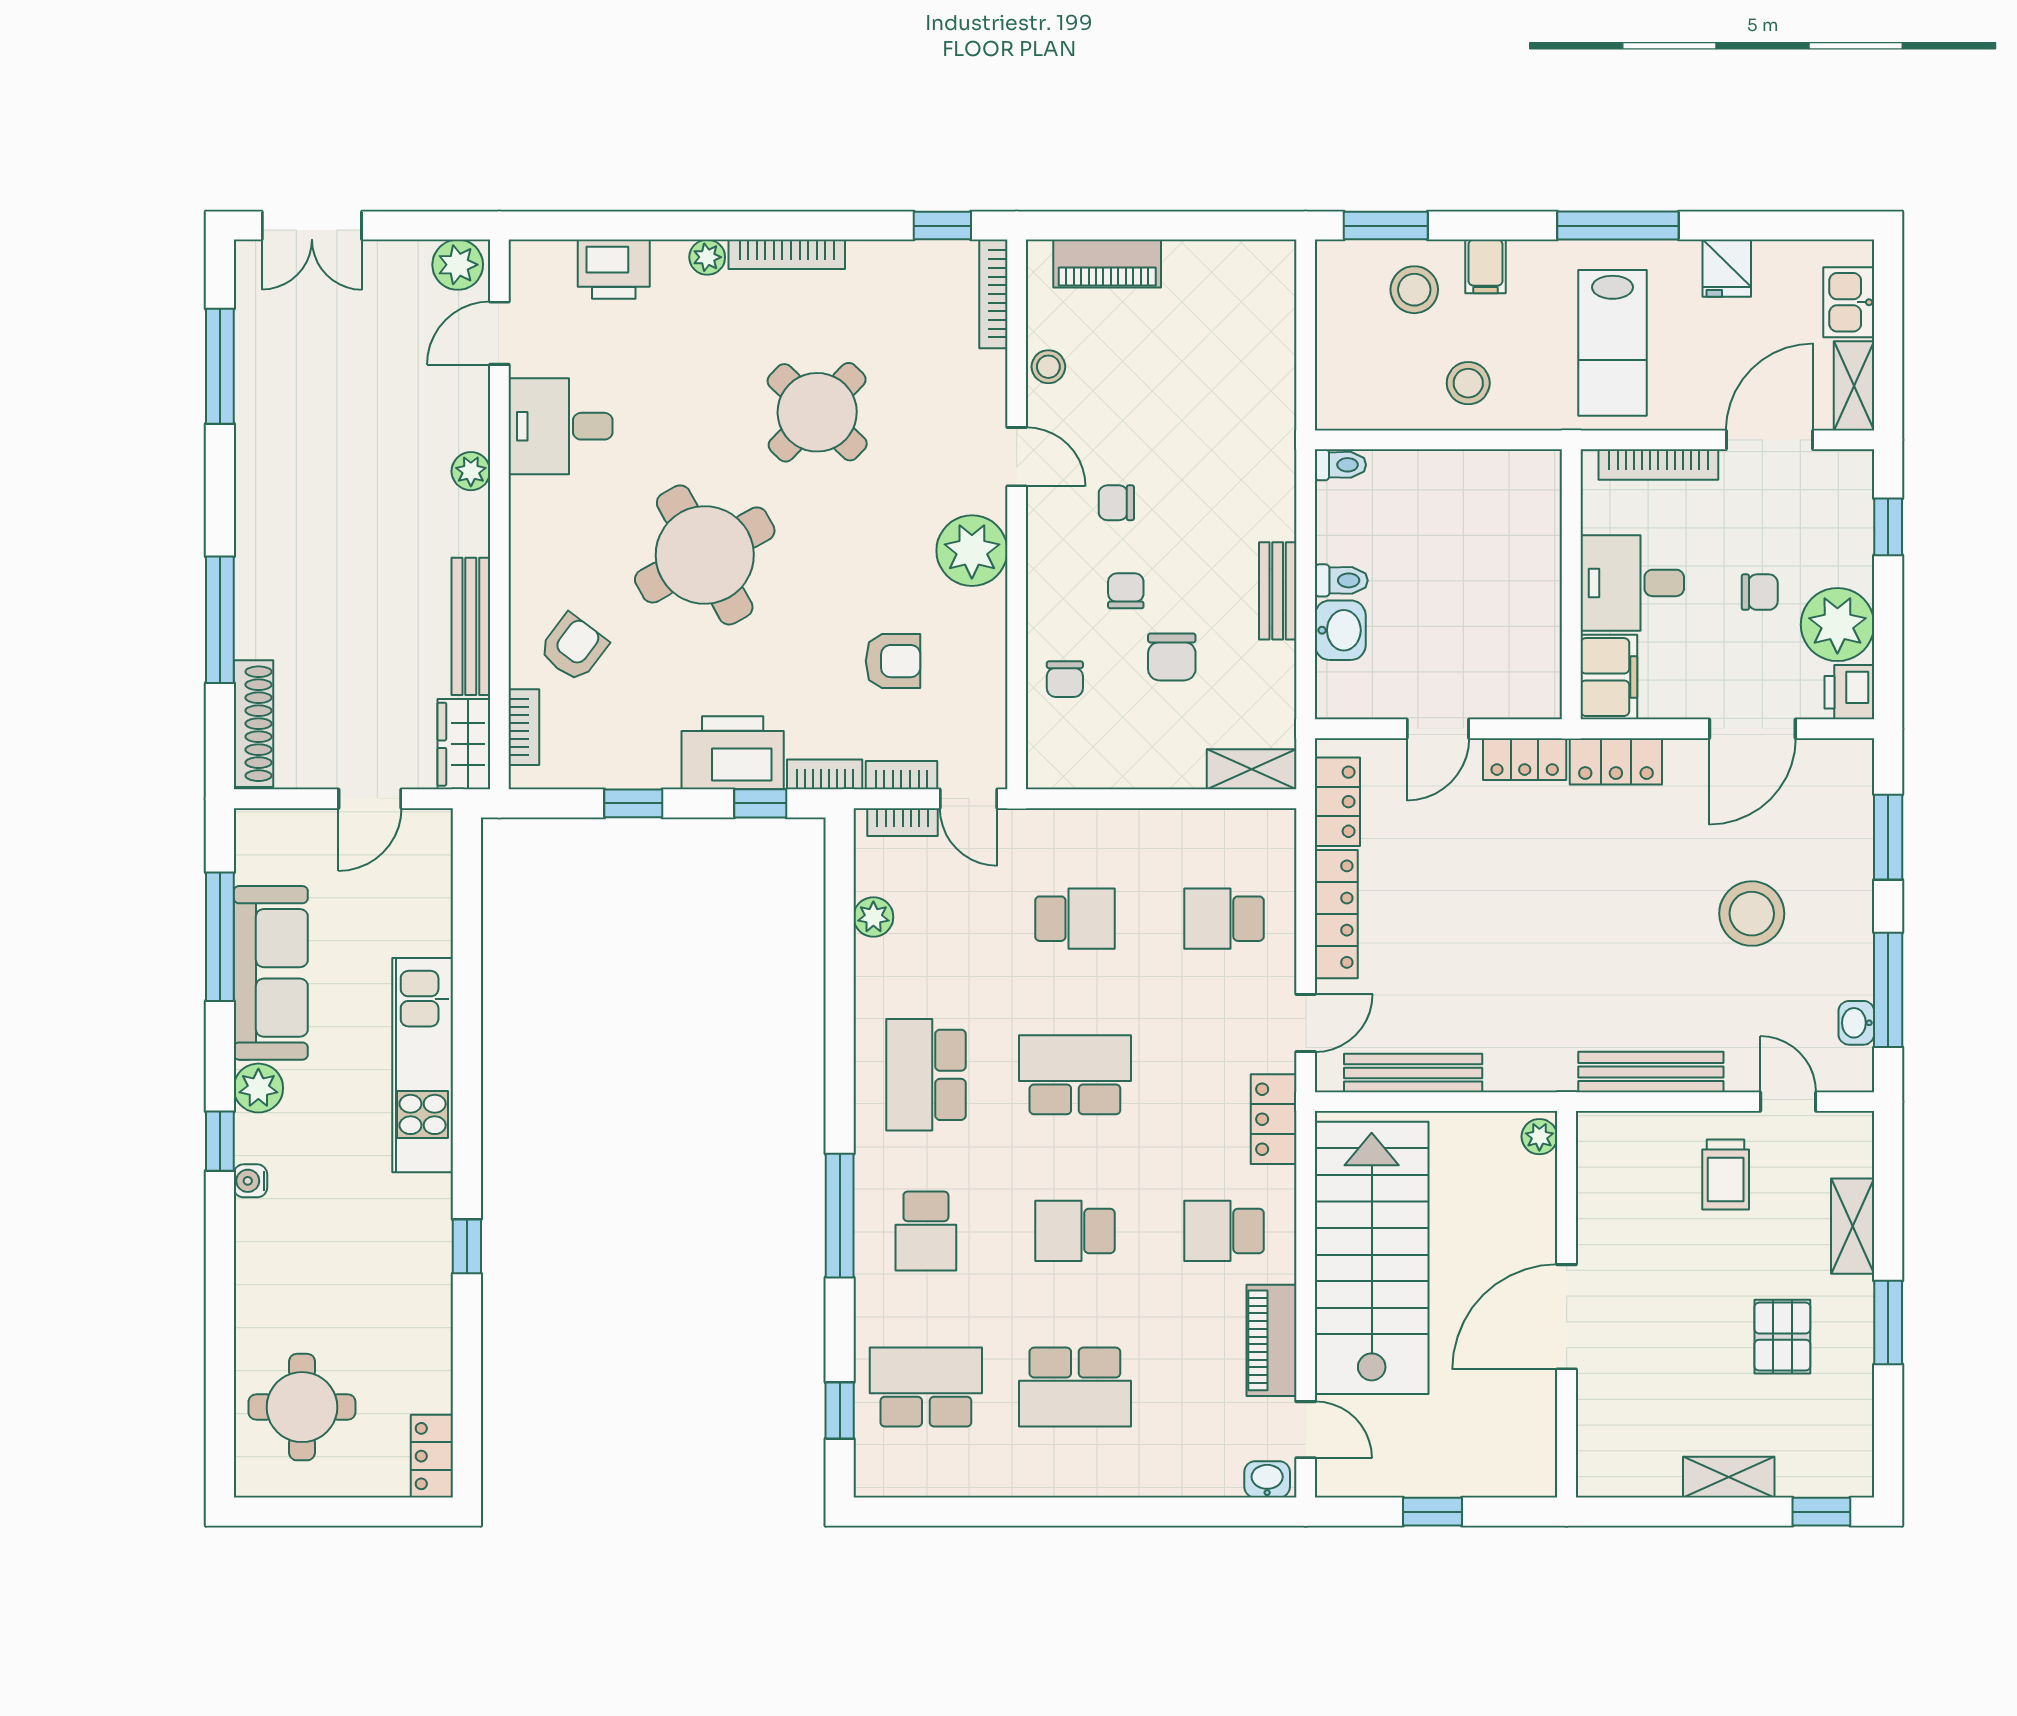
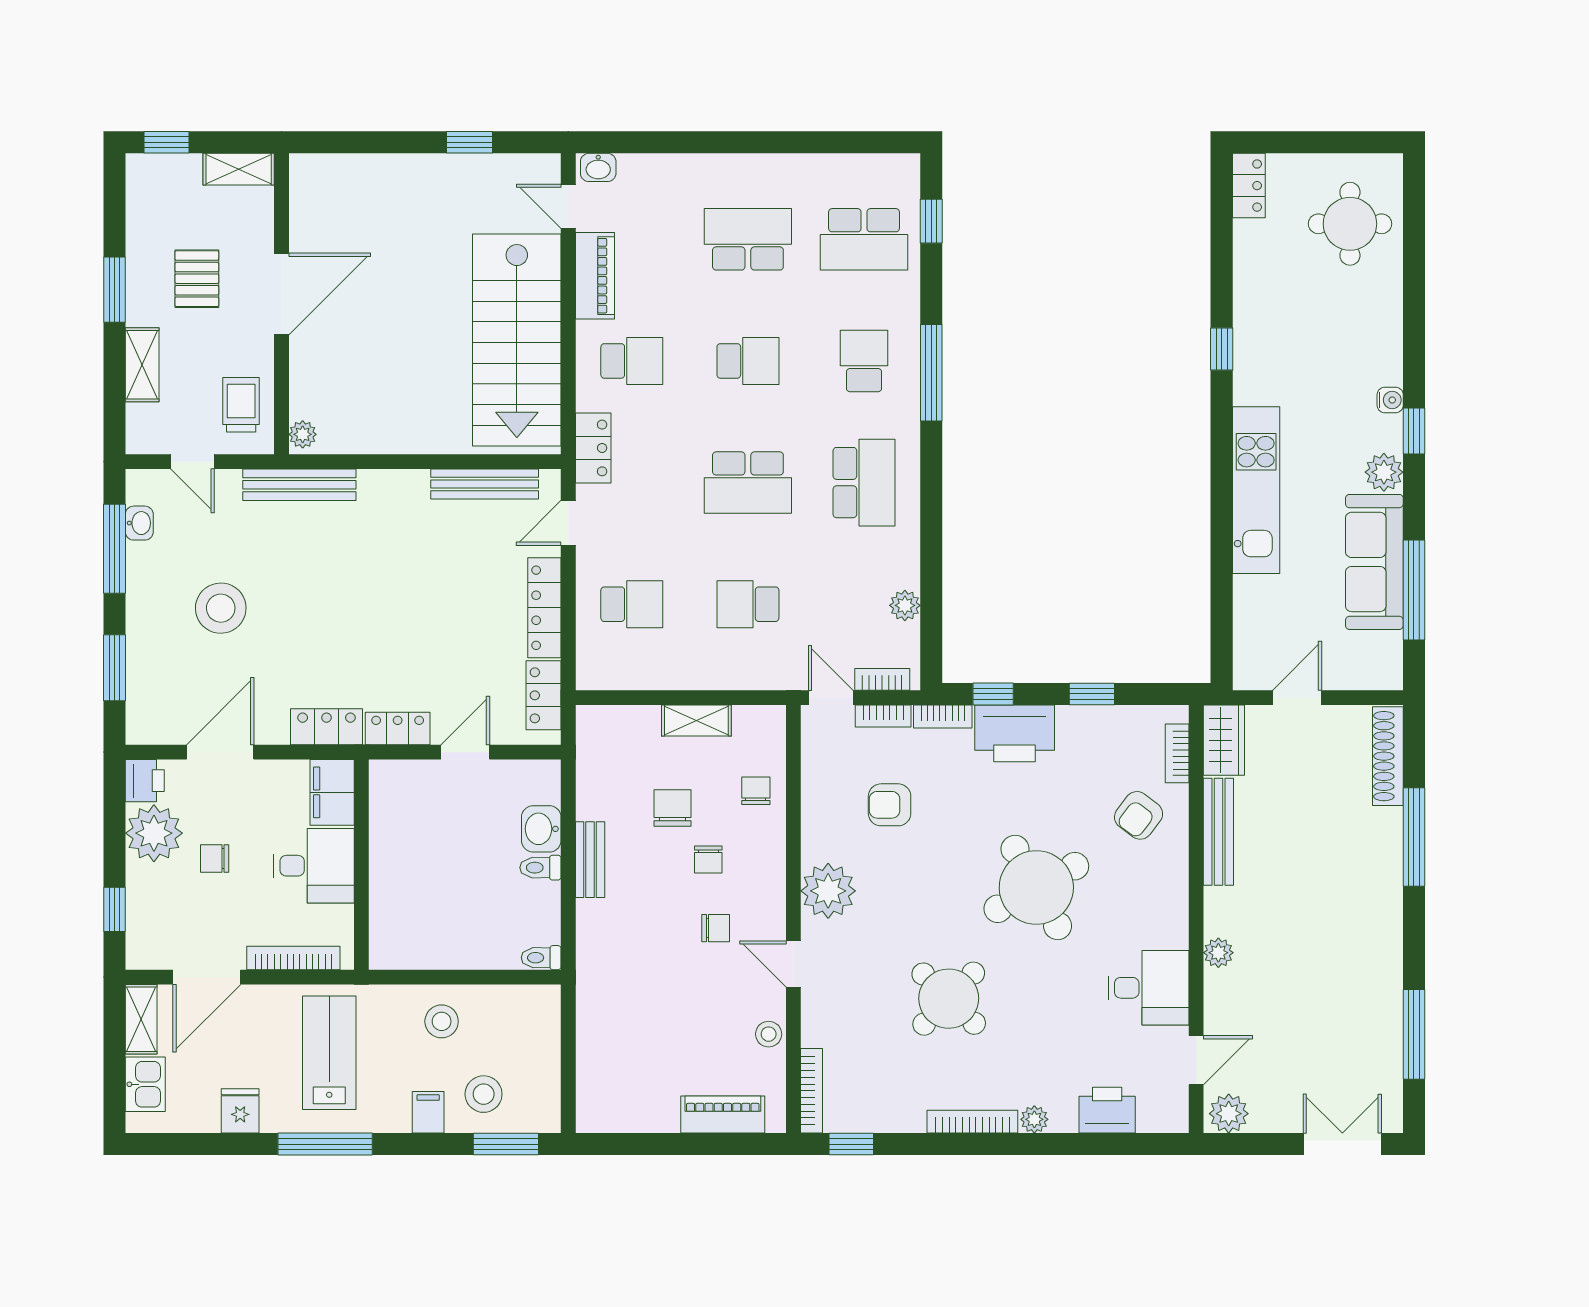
shelving: (1252, 769) -> (696, 721), moved
plant: (1539, 1137) -> (303, 434), moved
wall: (1567, 1304) -> (282, 304), moved
door: (1567, 1317) -> (282, 294), moved

